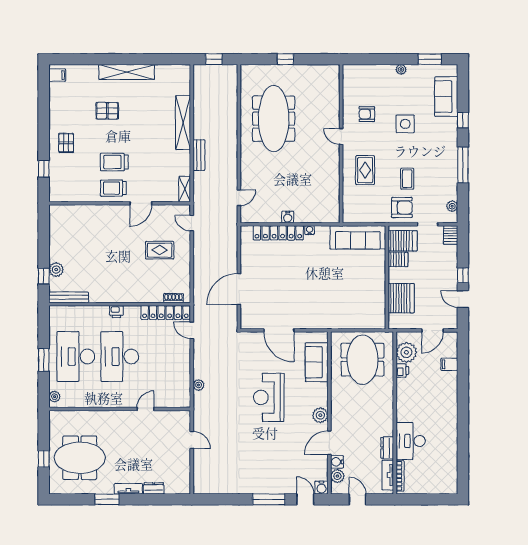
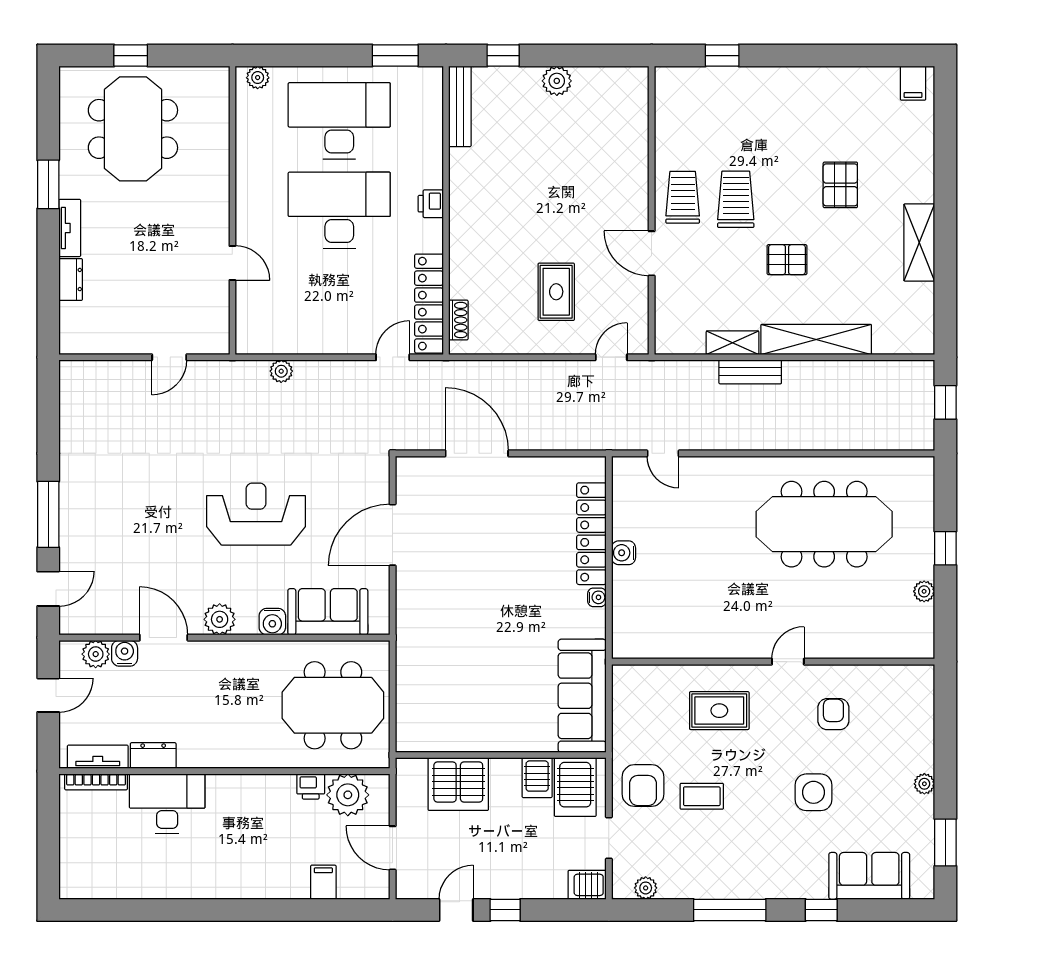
plant: (307, 70) -> (924, 591), added
shelving: (127, 72) -> (919, 242), width x0.68
pallet: (66, 143) -> (787, 260), moved
shelving: (185, 189) -> (733, 343), moved
plant: (56, 270) -> (557, 81), moved
window: (44, 360) -> (395, 56), moved
water cooler: (321, 488) -> (272, 622), moved, turned -90

